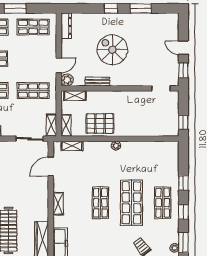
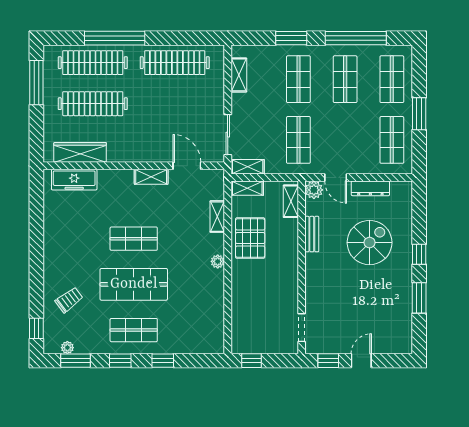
dresser: (66, 26) -> (370, 188), moved
spiral stairs: (112, 50) -> (370, 243), moved
shelving: (72, 146) -> (217, 217), moved
shelving: (58, 204) -> (151, 177), moved

